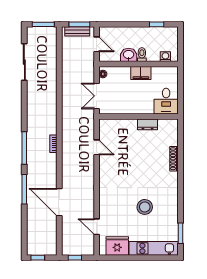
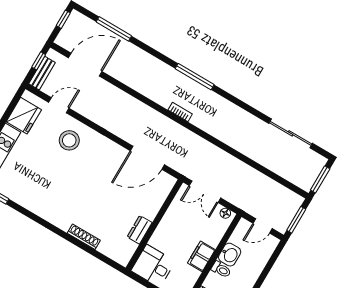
bench: (77, 31) -> (42, 73), moved
double door: (97, 96) -> (205, 192), swing flipped
door: (97, 147) -> (147, 158), width x1.87
window: (24, 189) -> (114, 29), moved
door: (59, 202) -> (85, 65), moved
stool: (145, 207) -> (69, 140), moved

